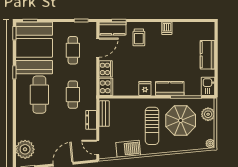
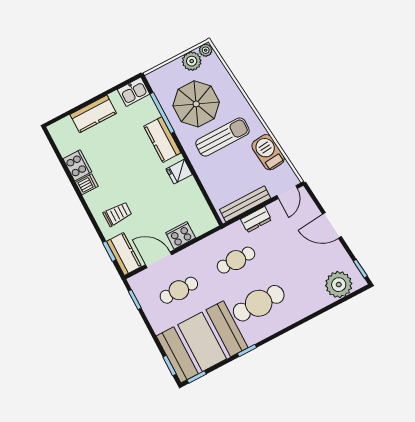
cooker: (106, 87) -> (77, 165), moved, turned 90
bench: (104, 114) -> (245, 204), width x1.36
plant: (208, 114) -> (192, 61), moved

